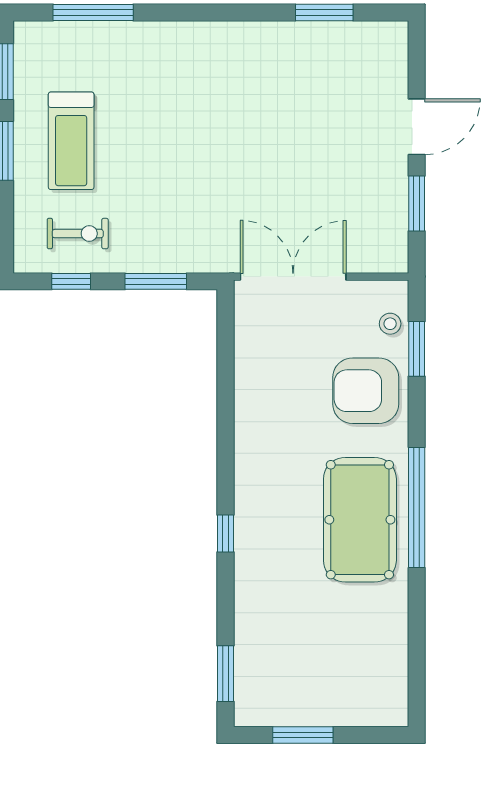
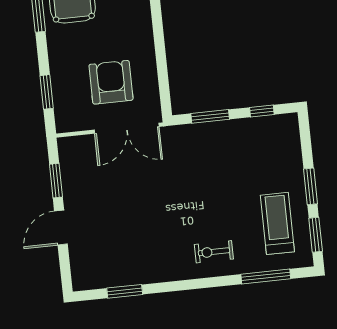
treadmill: (71, 141) -> (277, 223), moved
exercise bike: (78, 234) -> (214, 252), moved
stool: (390, 324) -> (64, 106), removed
armchair: (366, 391) -> (111, 82), moved, turned -90

